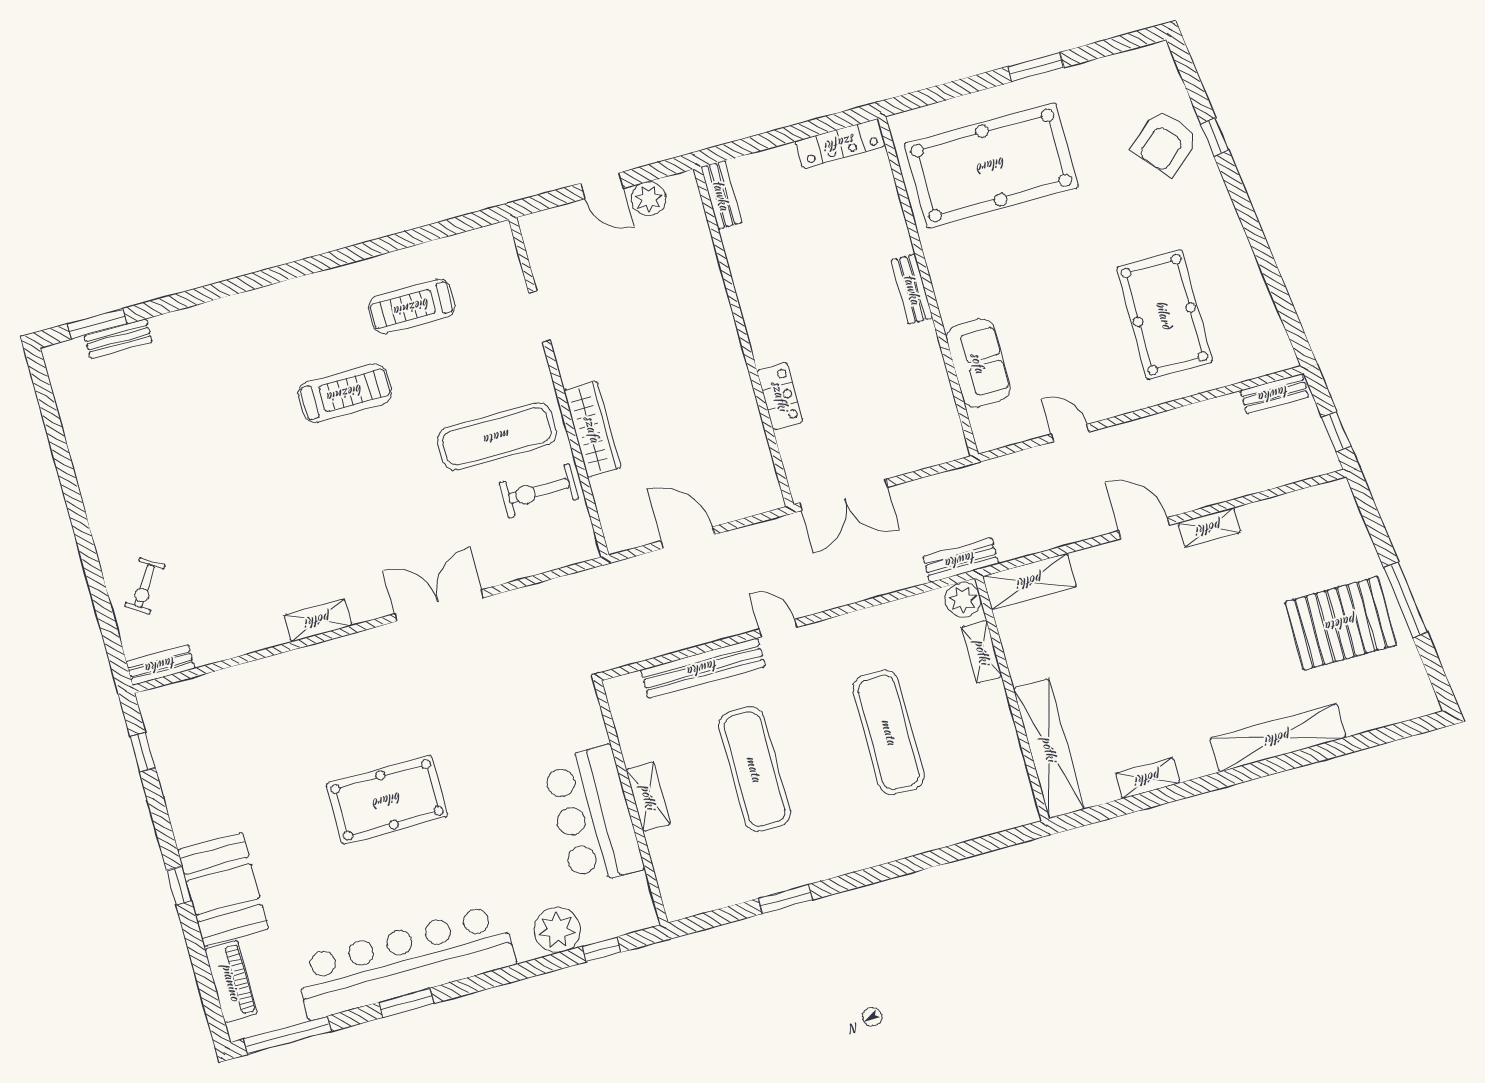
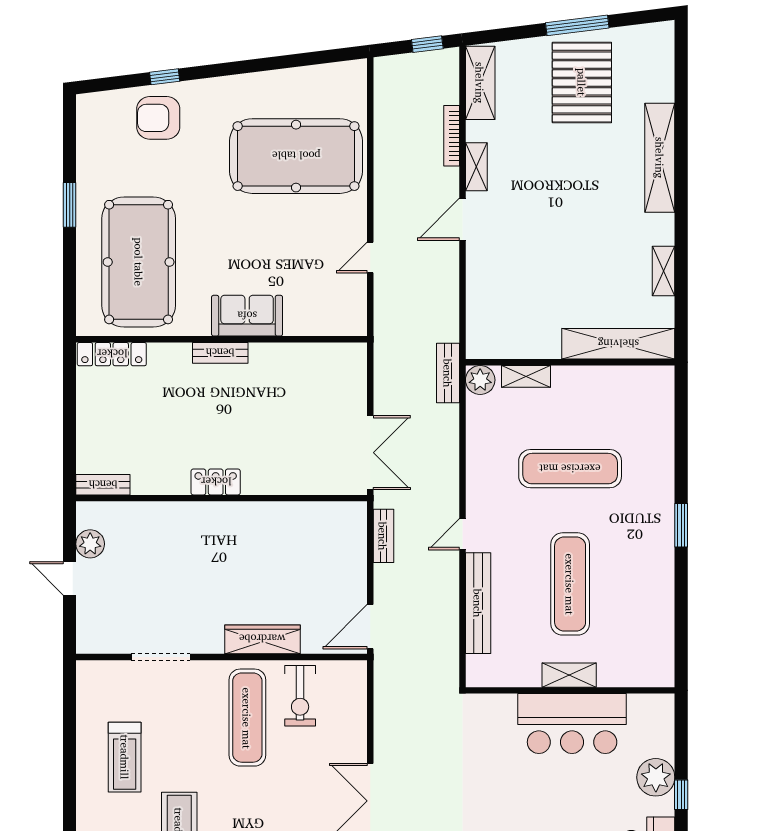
armchair: (1165, 142) -> (158, 118), turned 131
locker: (840, 143) -> (112, 354), moved, turned 90
door: (602, 186) -> (70, 578), swing flipped
pool table: (1164, 315) -> (296, 156), width x1.36, depth x1.32
doorway: (540, 317) -> (161, 657), width x1.38
sofa: (978, 363) -> (247, 316), moved
bench: (1274, 394) -> (383, 536), moved
locker: (780, 396) -> (216, 482), moved
bookcase: (1237, 489) -> (452, 136), added
door: (688, 538) -> (370, 627), moved
shelving: (1030, 581) -> (480, 83), moved
exercise mat: (754, 769) -> (570, 584), turned 90
window: (785, 899) -> (681, 525), moved
window: (602, 949) -> (681, 795), moved

